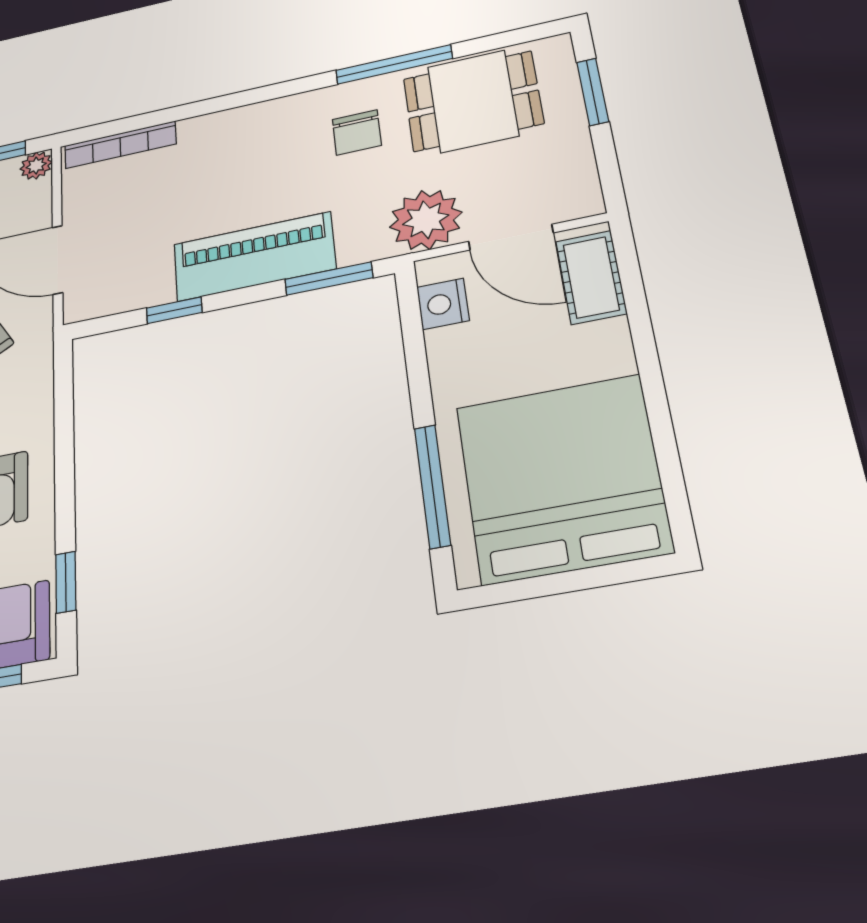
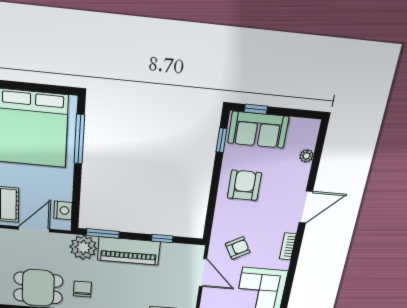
plant: (426, 220) -> (83, 247), moved
door: (511, 237) -> (34, 229), hinge flipped

